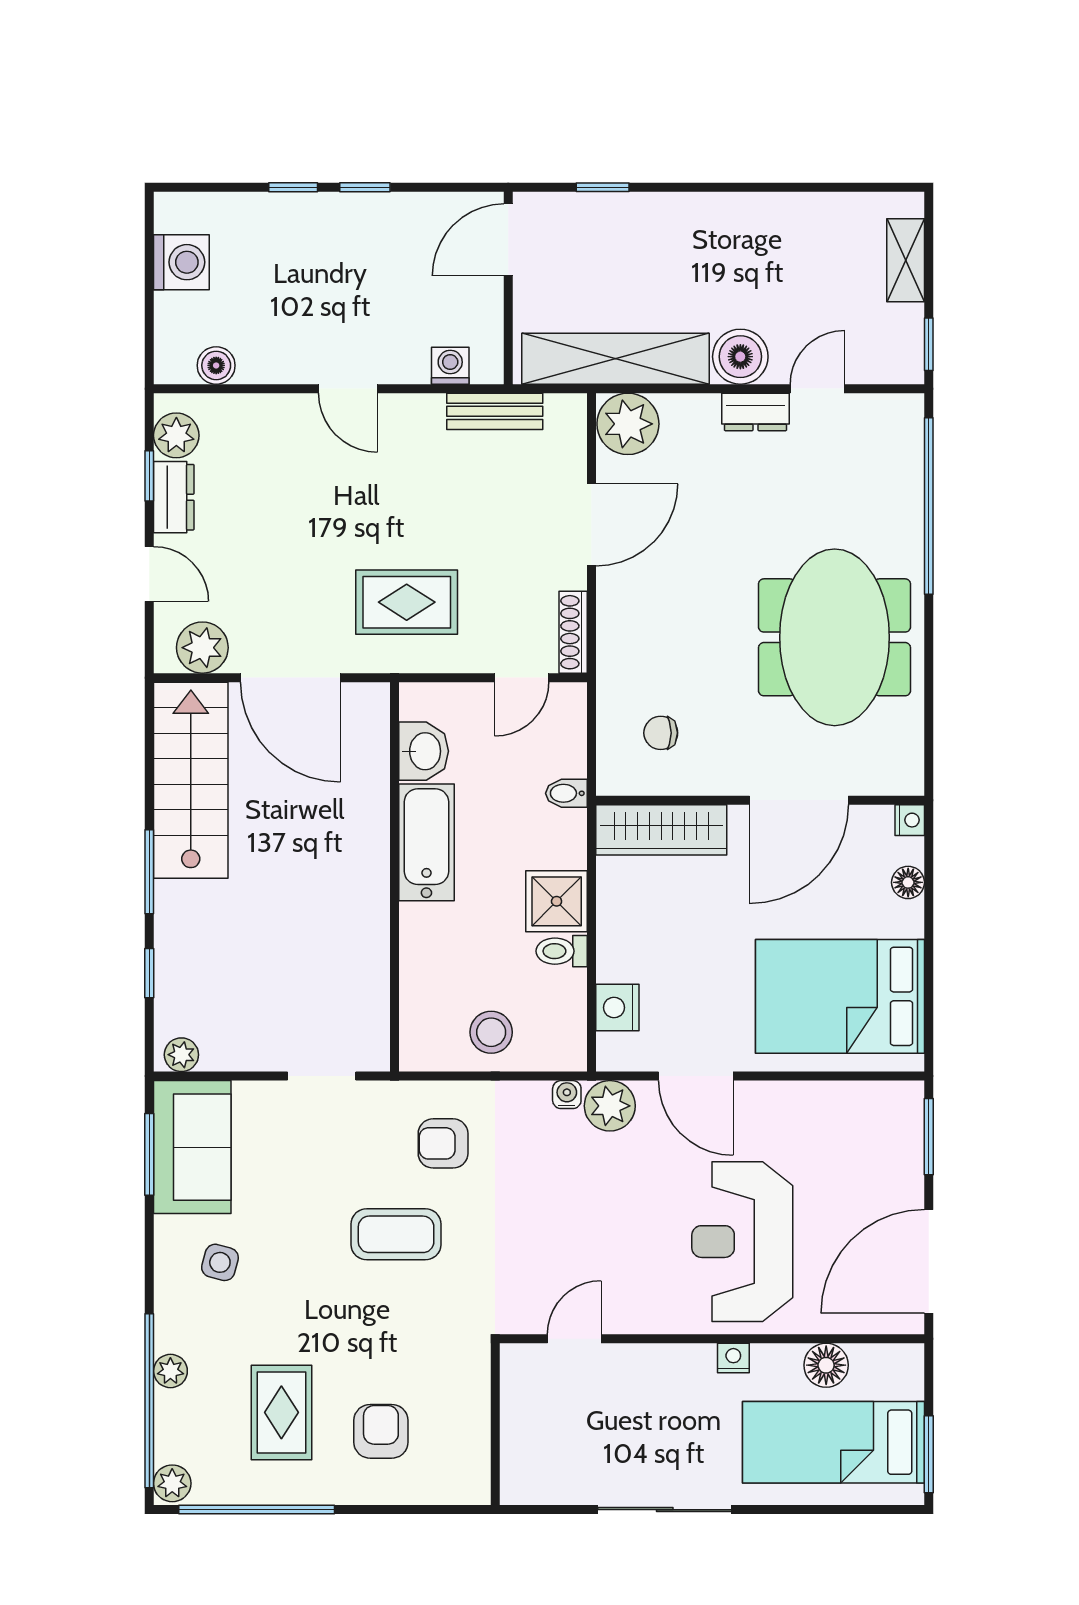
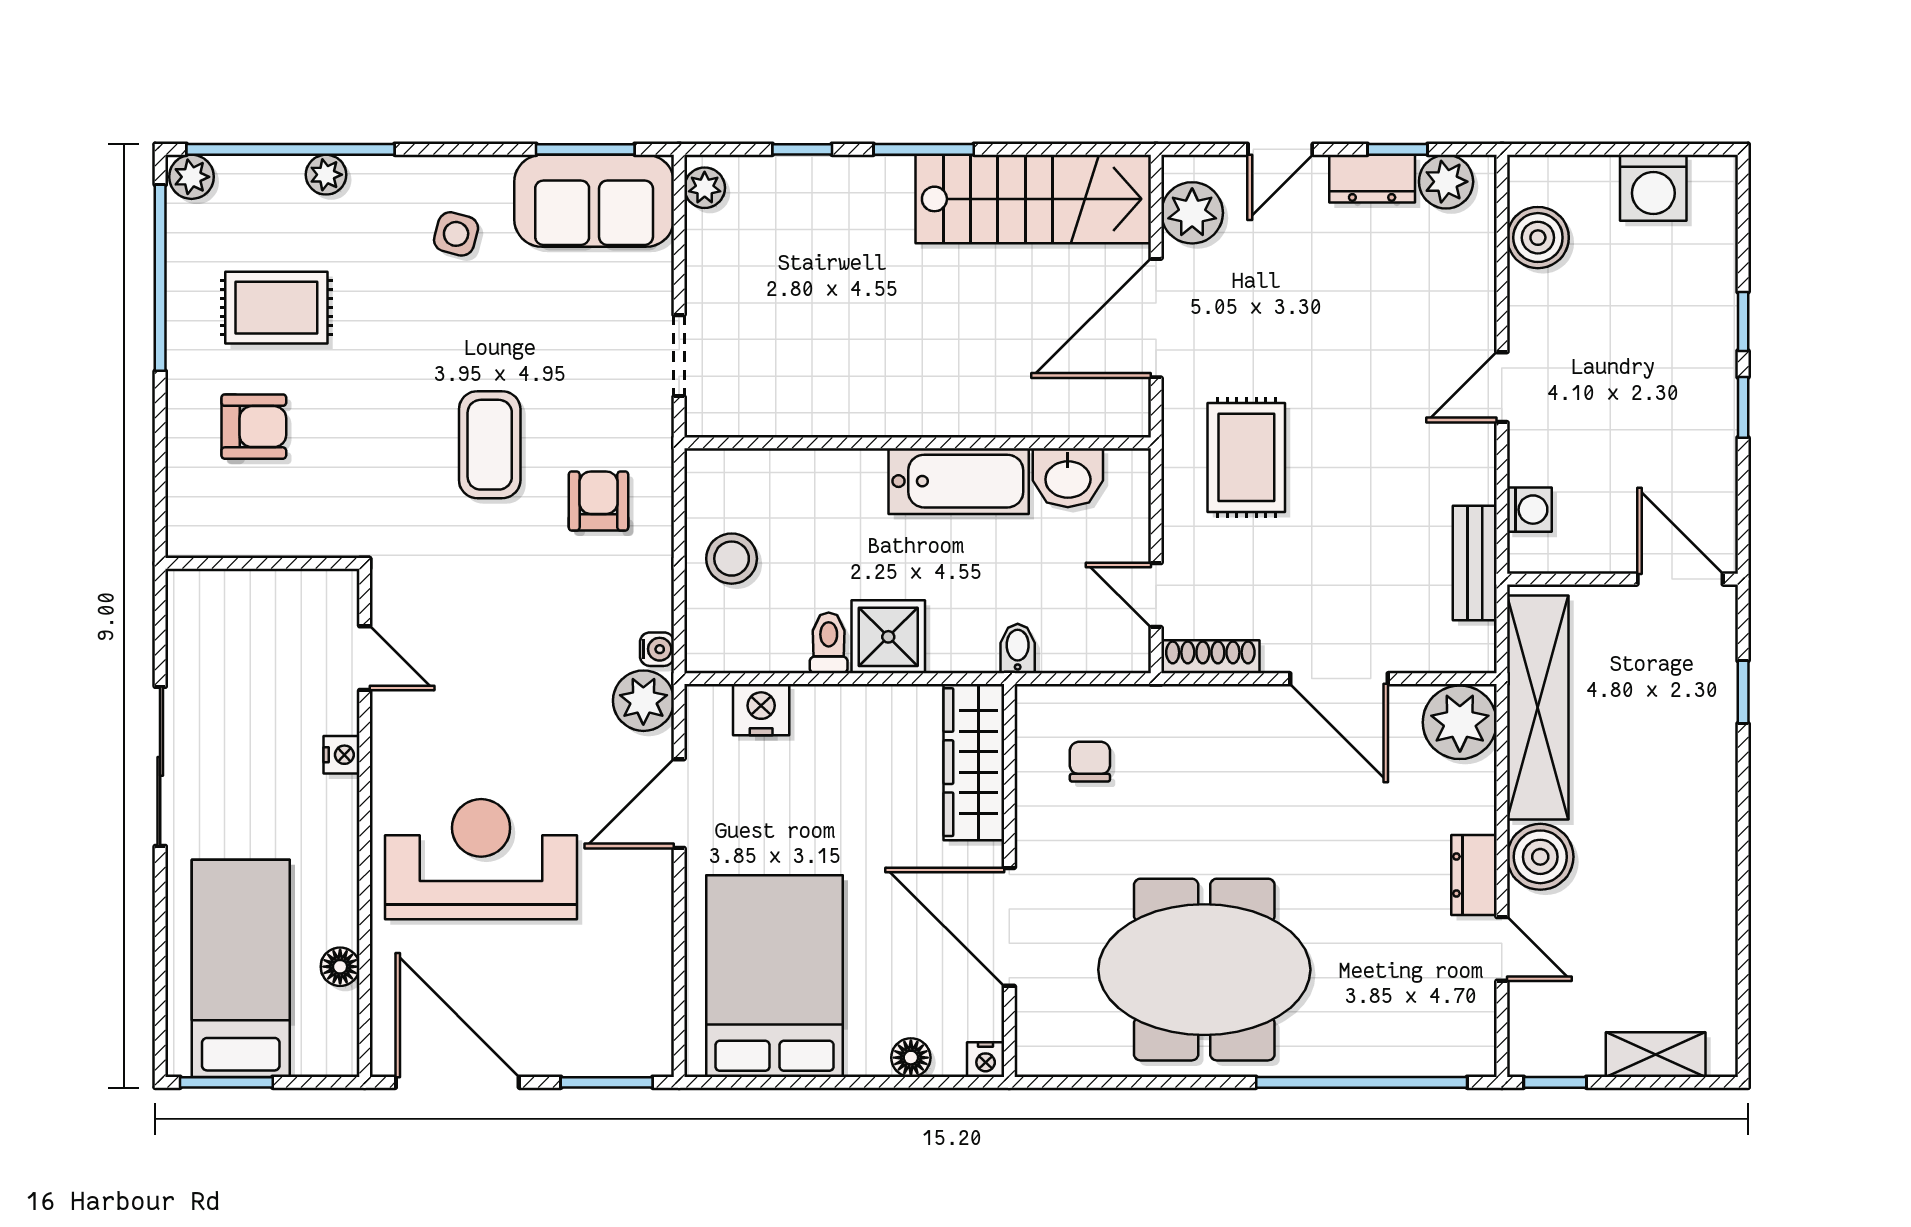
boiler: (216, 365) -> (1538, 238), width x1.36, depth x1.36
nightstand: (733, 1358) -> (342, 755), moved
floor lamp: (826, 1365) -> (340, 967), width x0.73, depth x0.73

